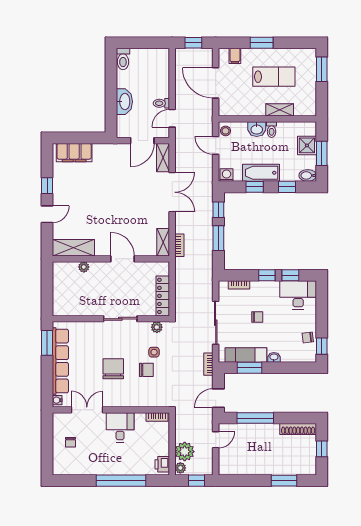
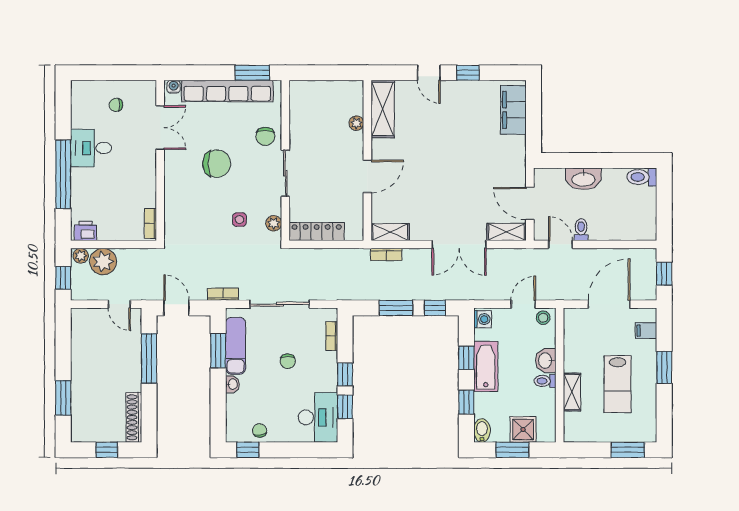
chair: (146, 370) -> (265, 136), moved
desk: (120, 427) -> (91, 148), moved, turned 180

